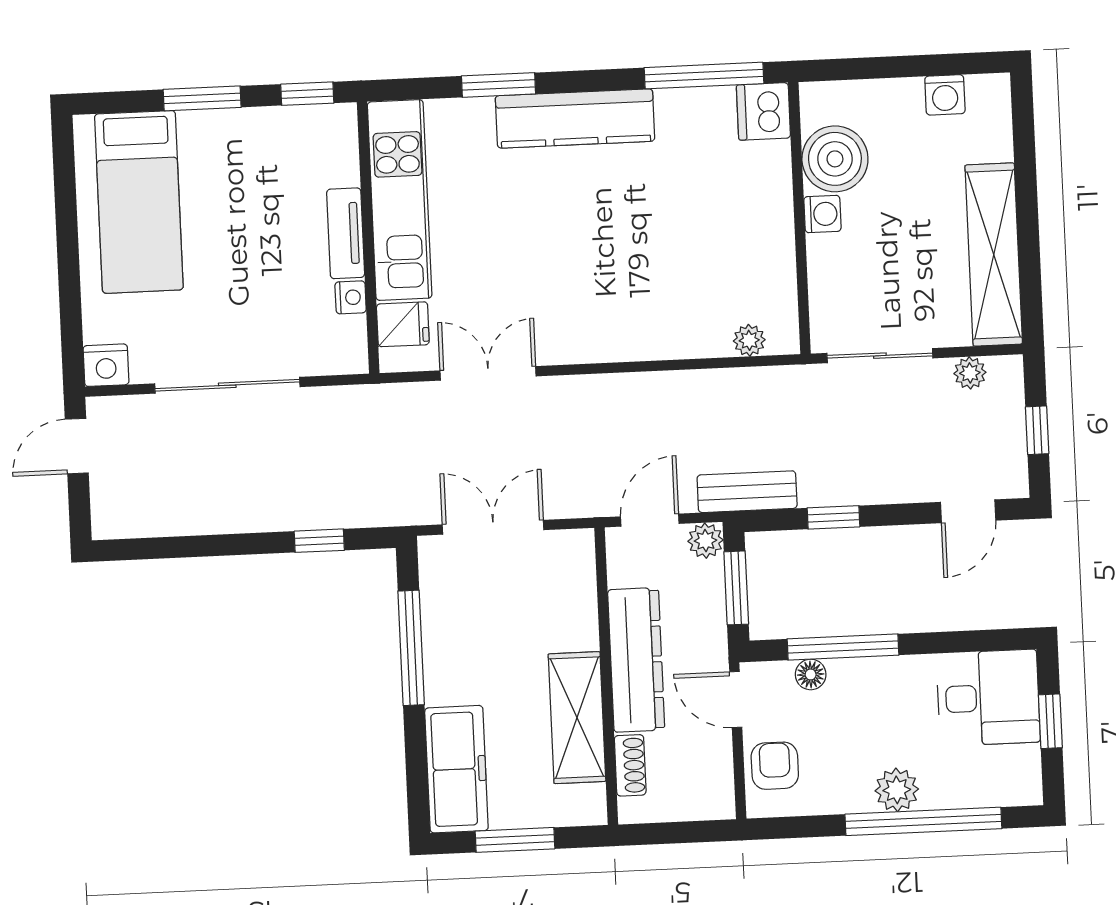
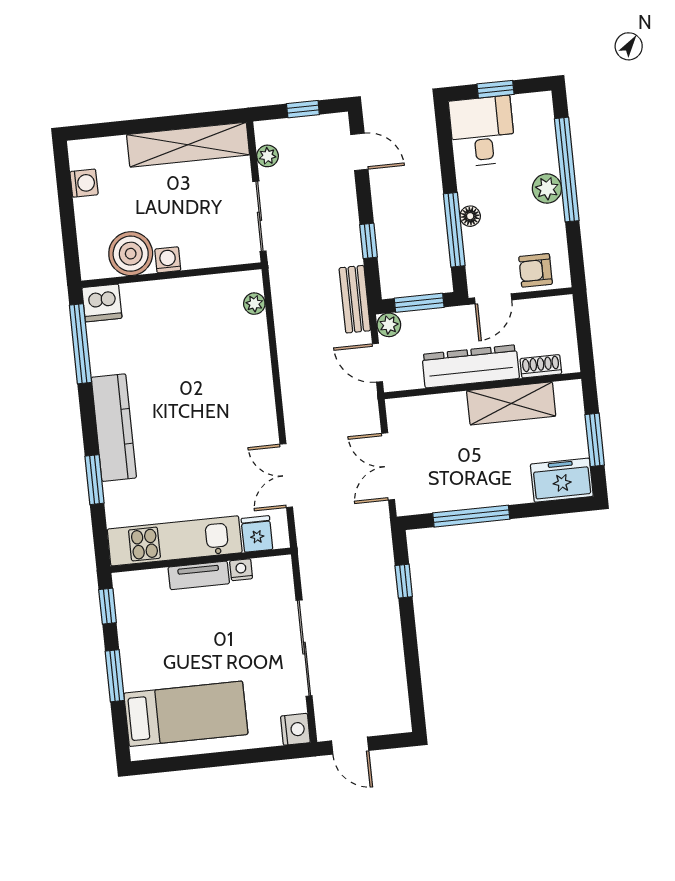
floor lamp: (811, 674) -> (470, 216), moved
freezer: (456, 769) -> (562, 480), width x0.71

